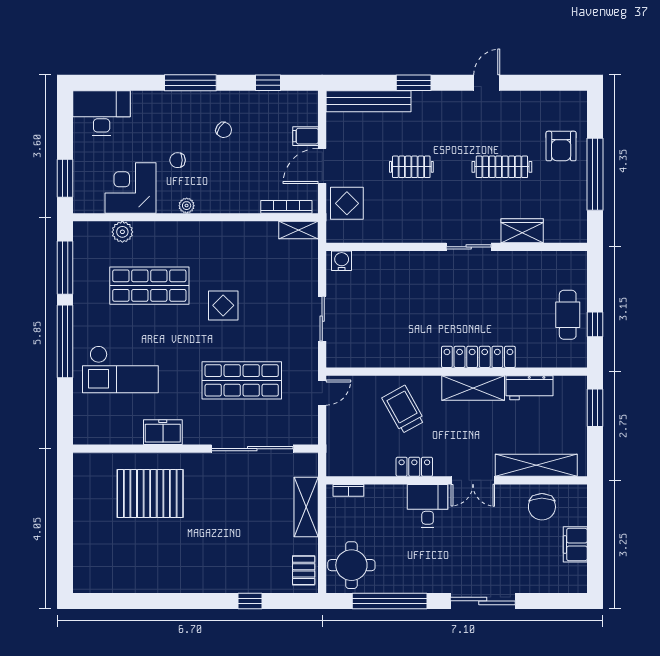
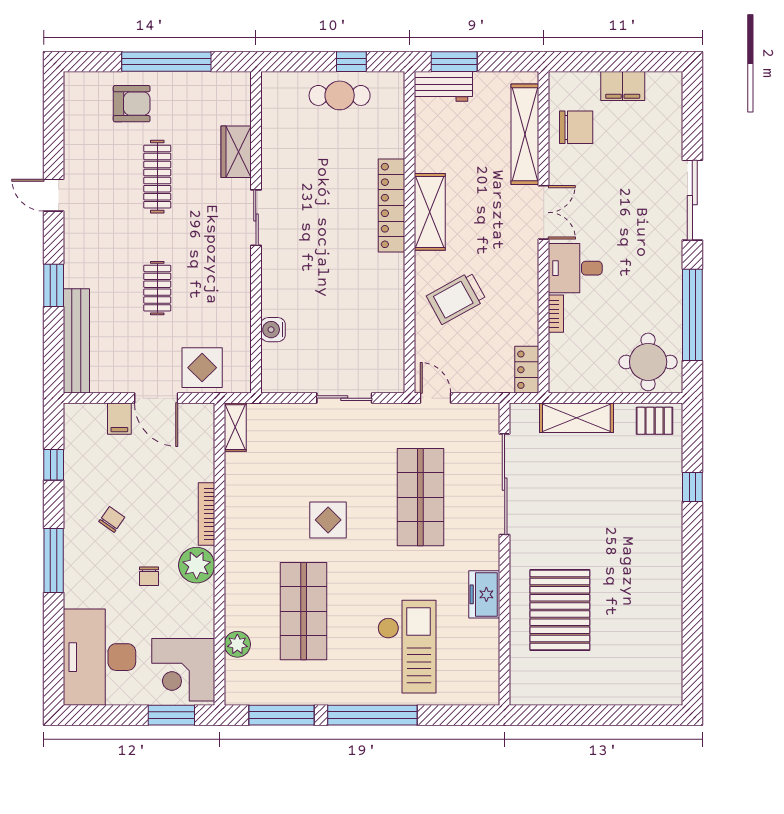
desk: (102, 113) -> (99, 657), width x1.36, depth x1.30
corner desk: (130, 188) -> (183, 670), moved
plant: (187, 206) -> (197, 565), width x1.87, depth x1.87
bookcase: (286, 207) -> (206, 514), moved
water cooler: (342, 261) -> (273, 330), moved
workbench: (529, 388) -> (443, 86), moved, turned 90
locker: (414, 467) -> (527, 370), moved
bookcase: (348, 490) -> (556, 314), moved

